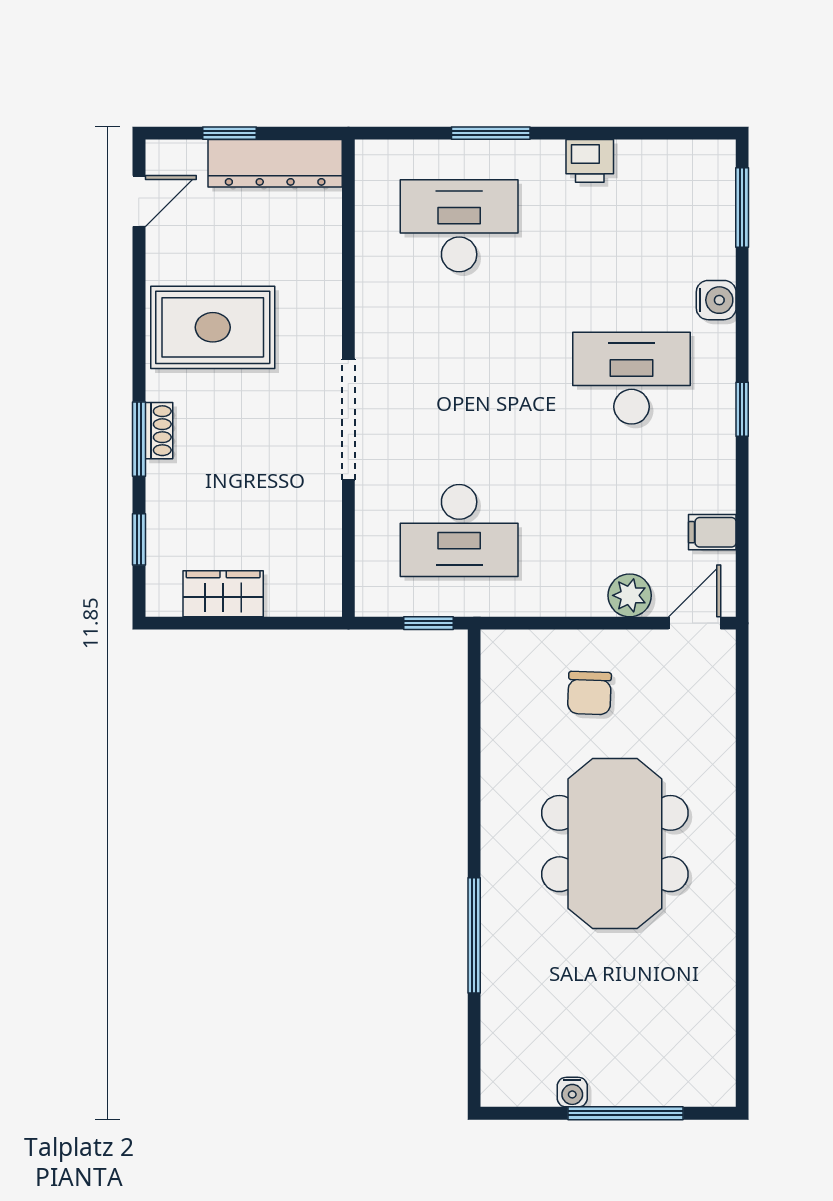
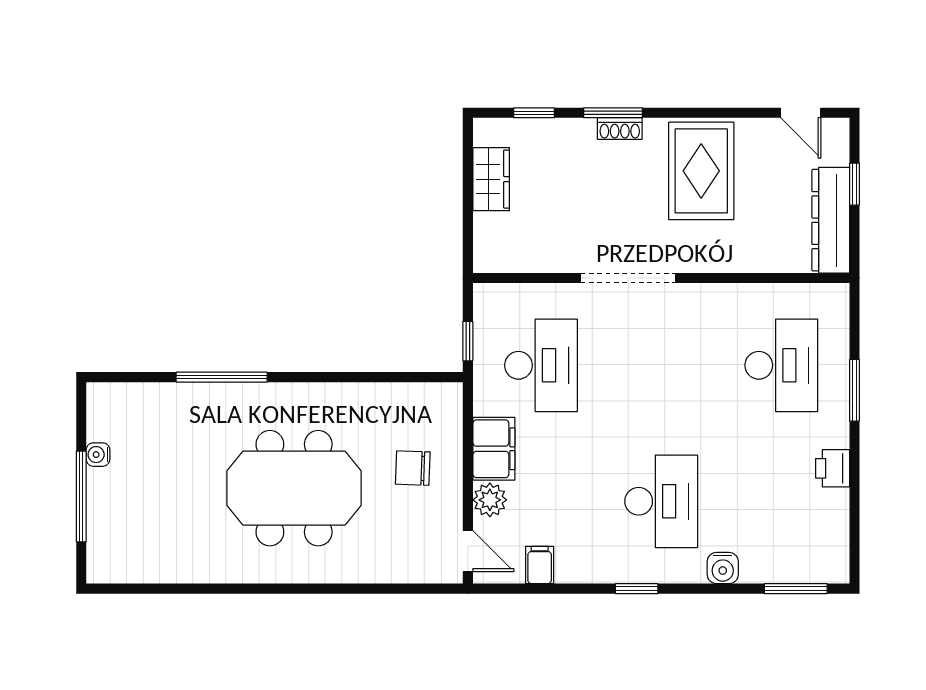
desk: (459, 530) -> (541, 365), turned 180
filing cabinet: (565, 590) -> (494, 449), added

